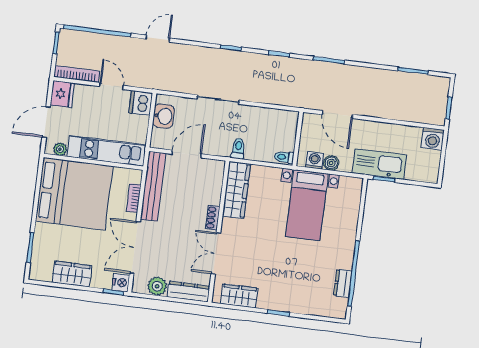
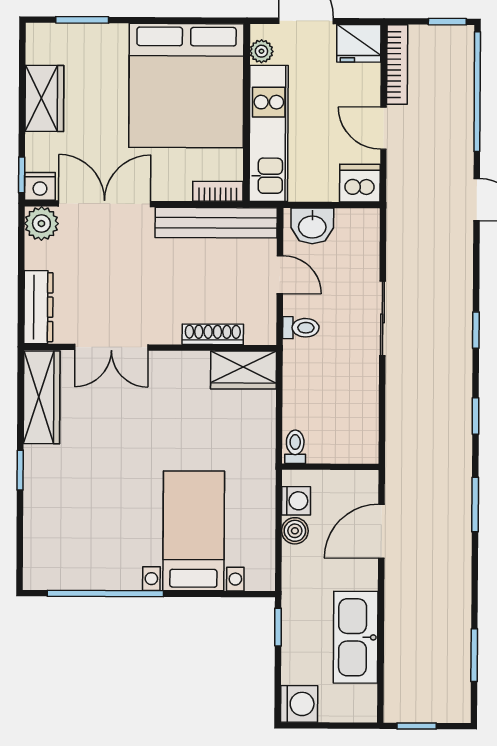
door: (111, 86) -> (383, 128), swing flipped
washbasin: (164, 116) -> (312, 226), moved
washing machine: (433, 139) -> (299, 704), moved, turned 180
toilet: (238, 148) -> (301, 328), moved
door: (187, 154) -> (280, 275), width x0.73
kitchen sink: (379, 164) -> (356, 637), moved, turned 180
wardrobe: (236, 190) -> (244, 370), width x0.67
bookcase: (134, 198) -> (218, 191), moved
bed with nightstands: (307, 205) -> (194, 531), moved, turned 90
shoe rack: (213, 218) -> (213, 334), moved, width x1.43
double door: (216, 253) -> (111, 347), swing flipped
dresser: (343, 283) -> (86, 577), removed
plant: (157, 286) -> (41, 224), moved
wardrobe: (239, 296) -> (42, 397), width x1.50

